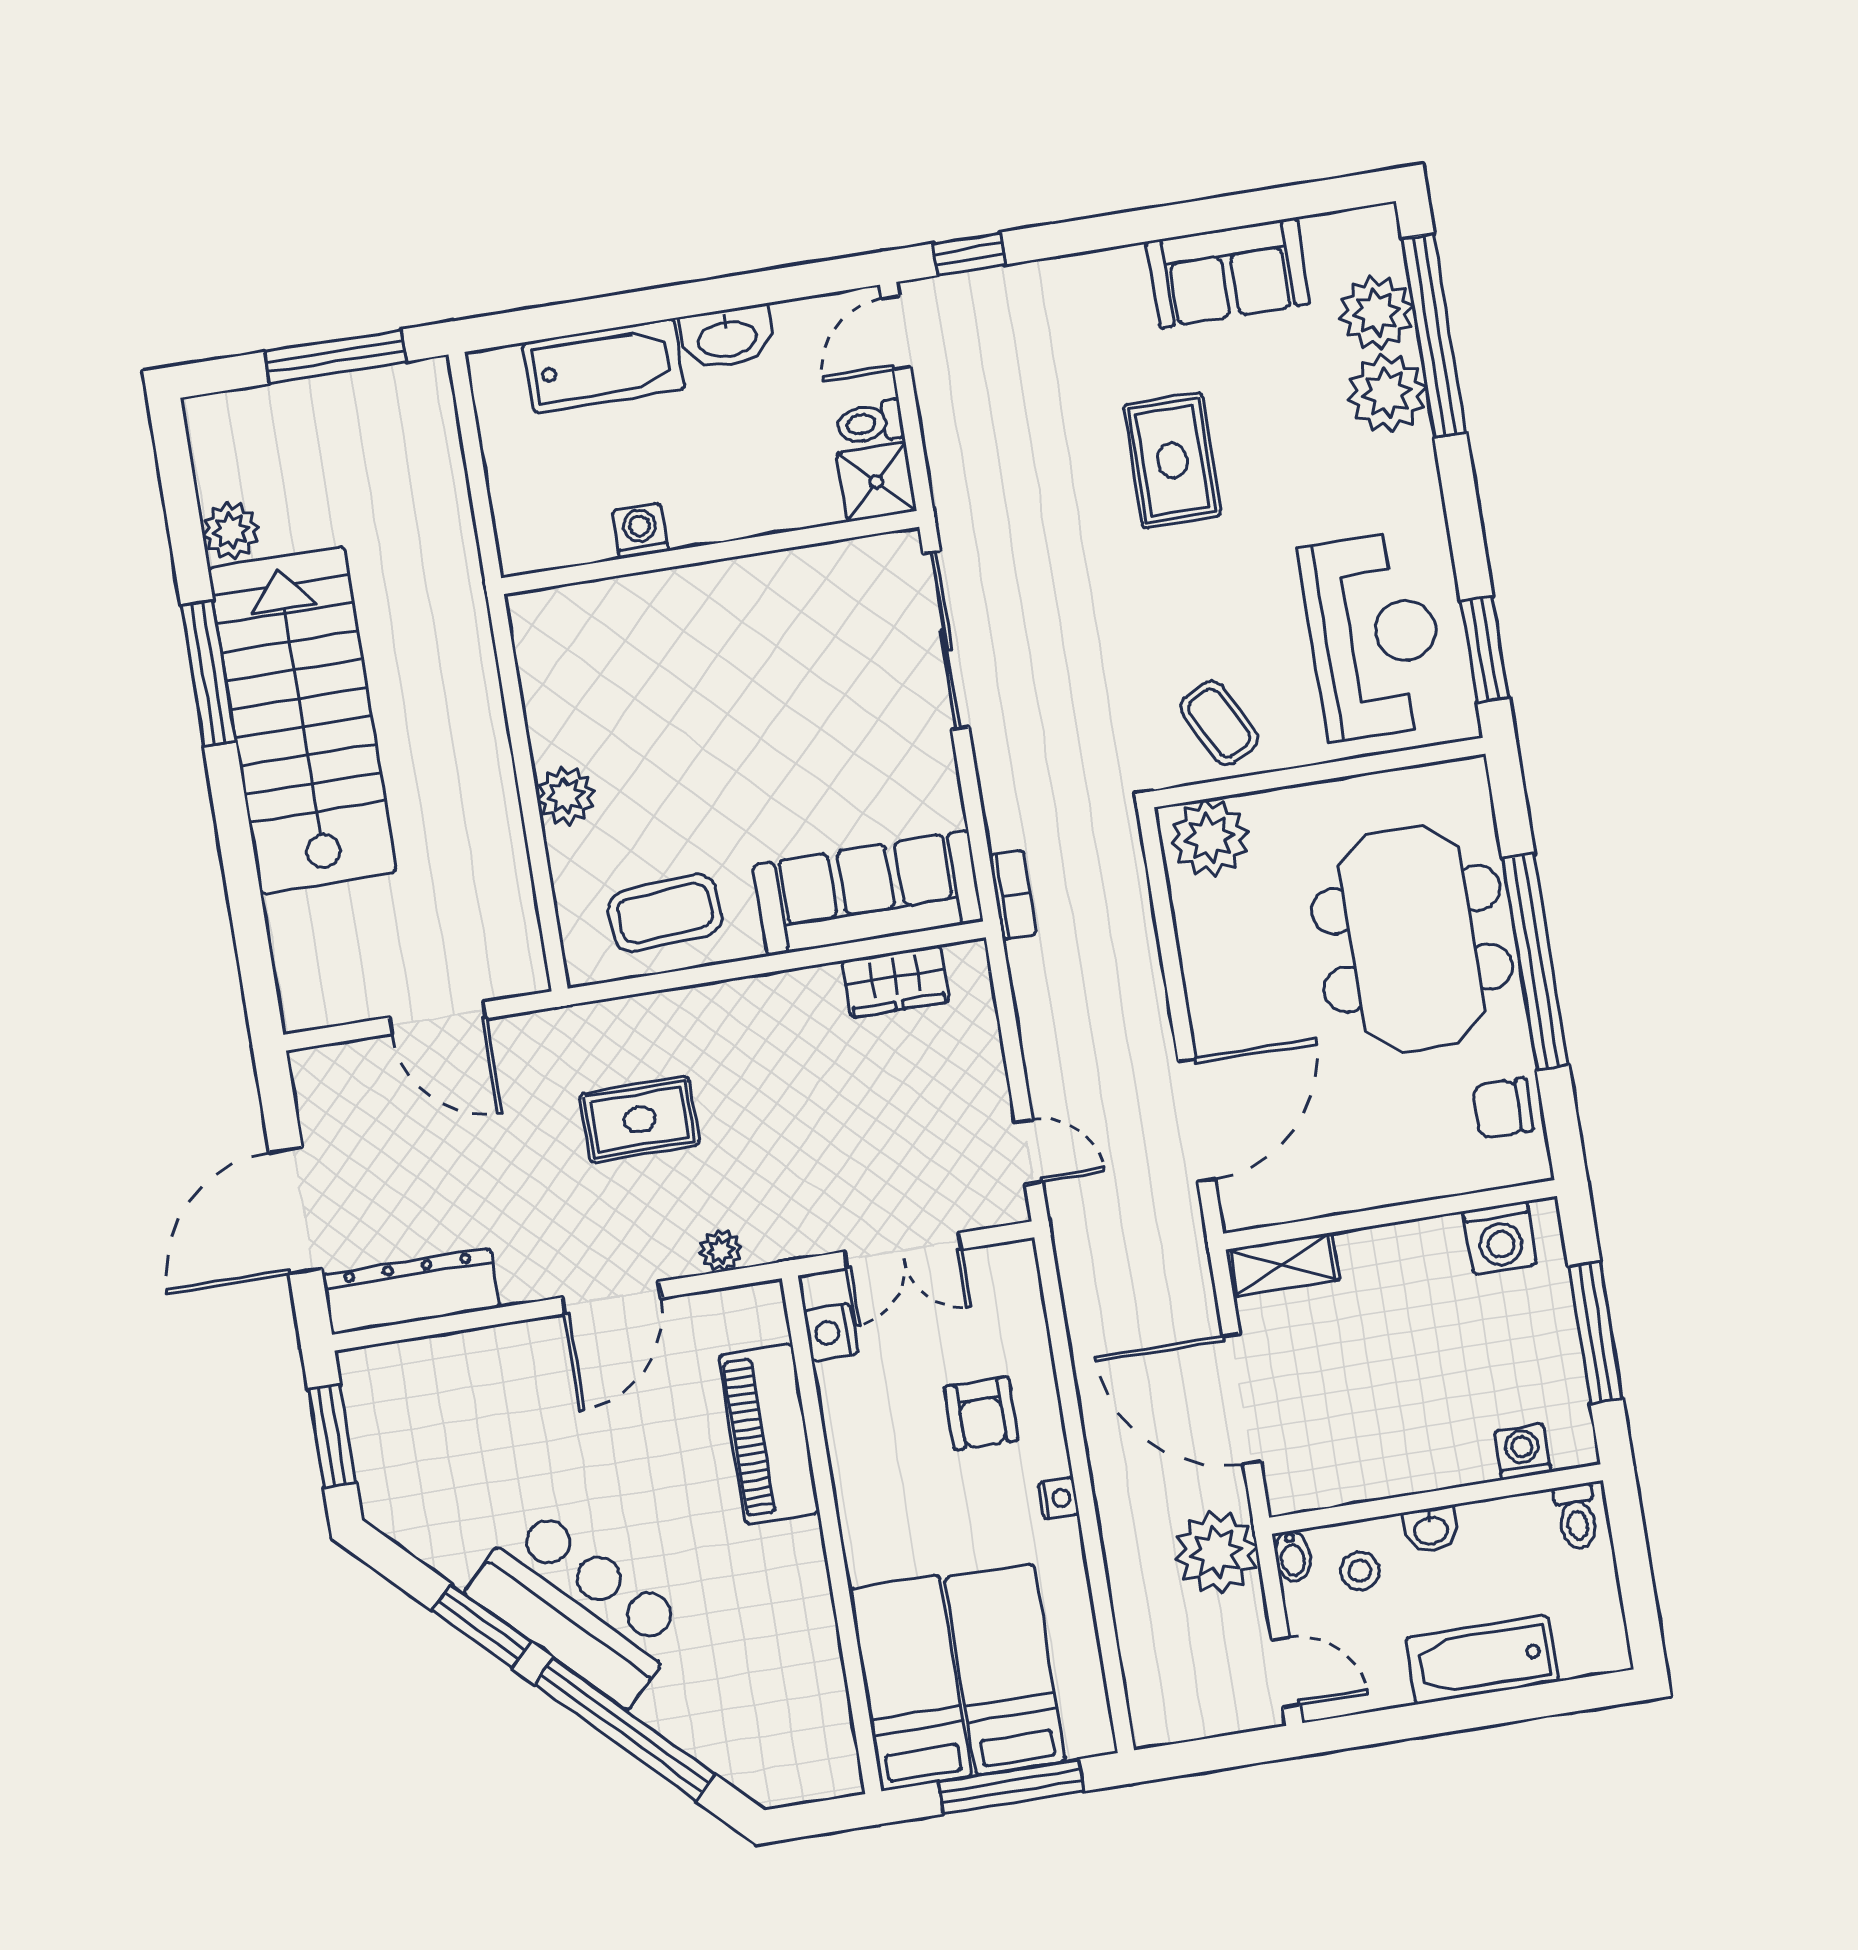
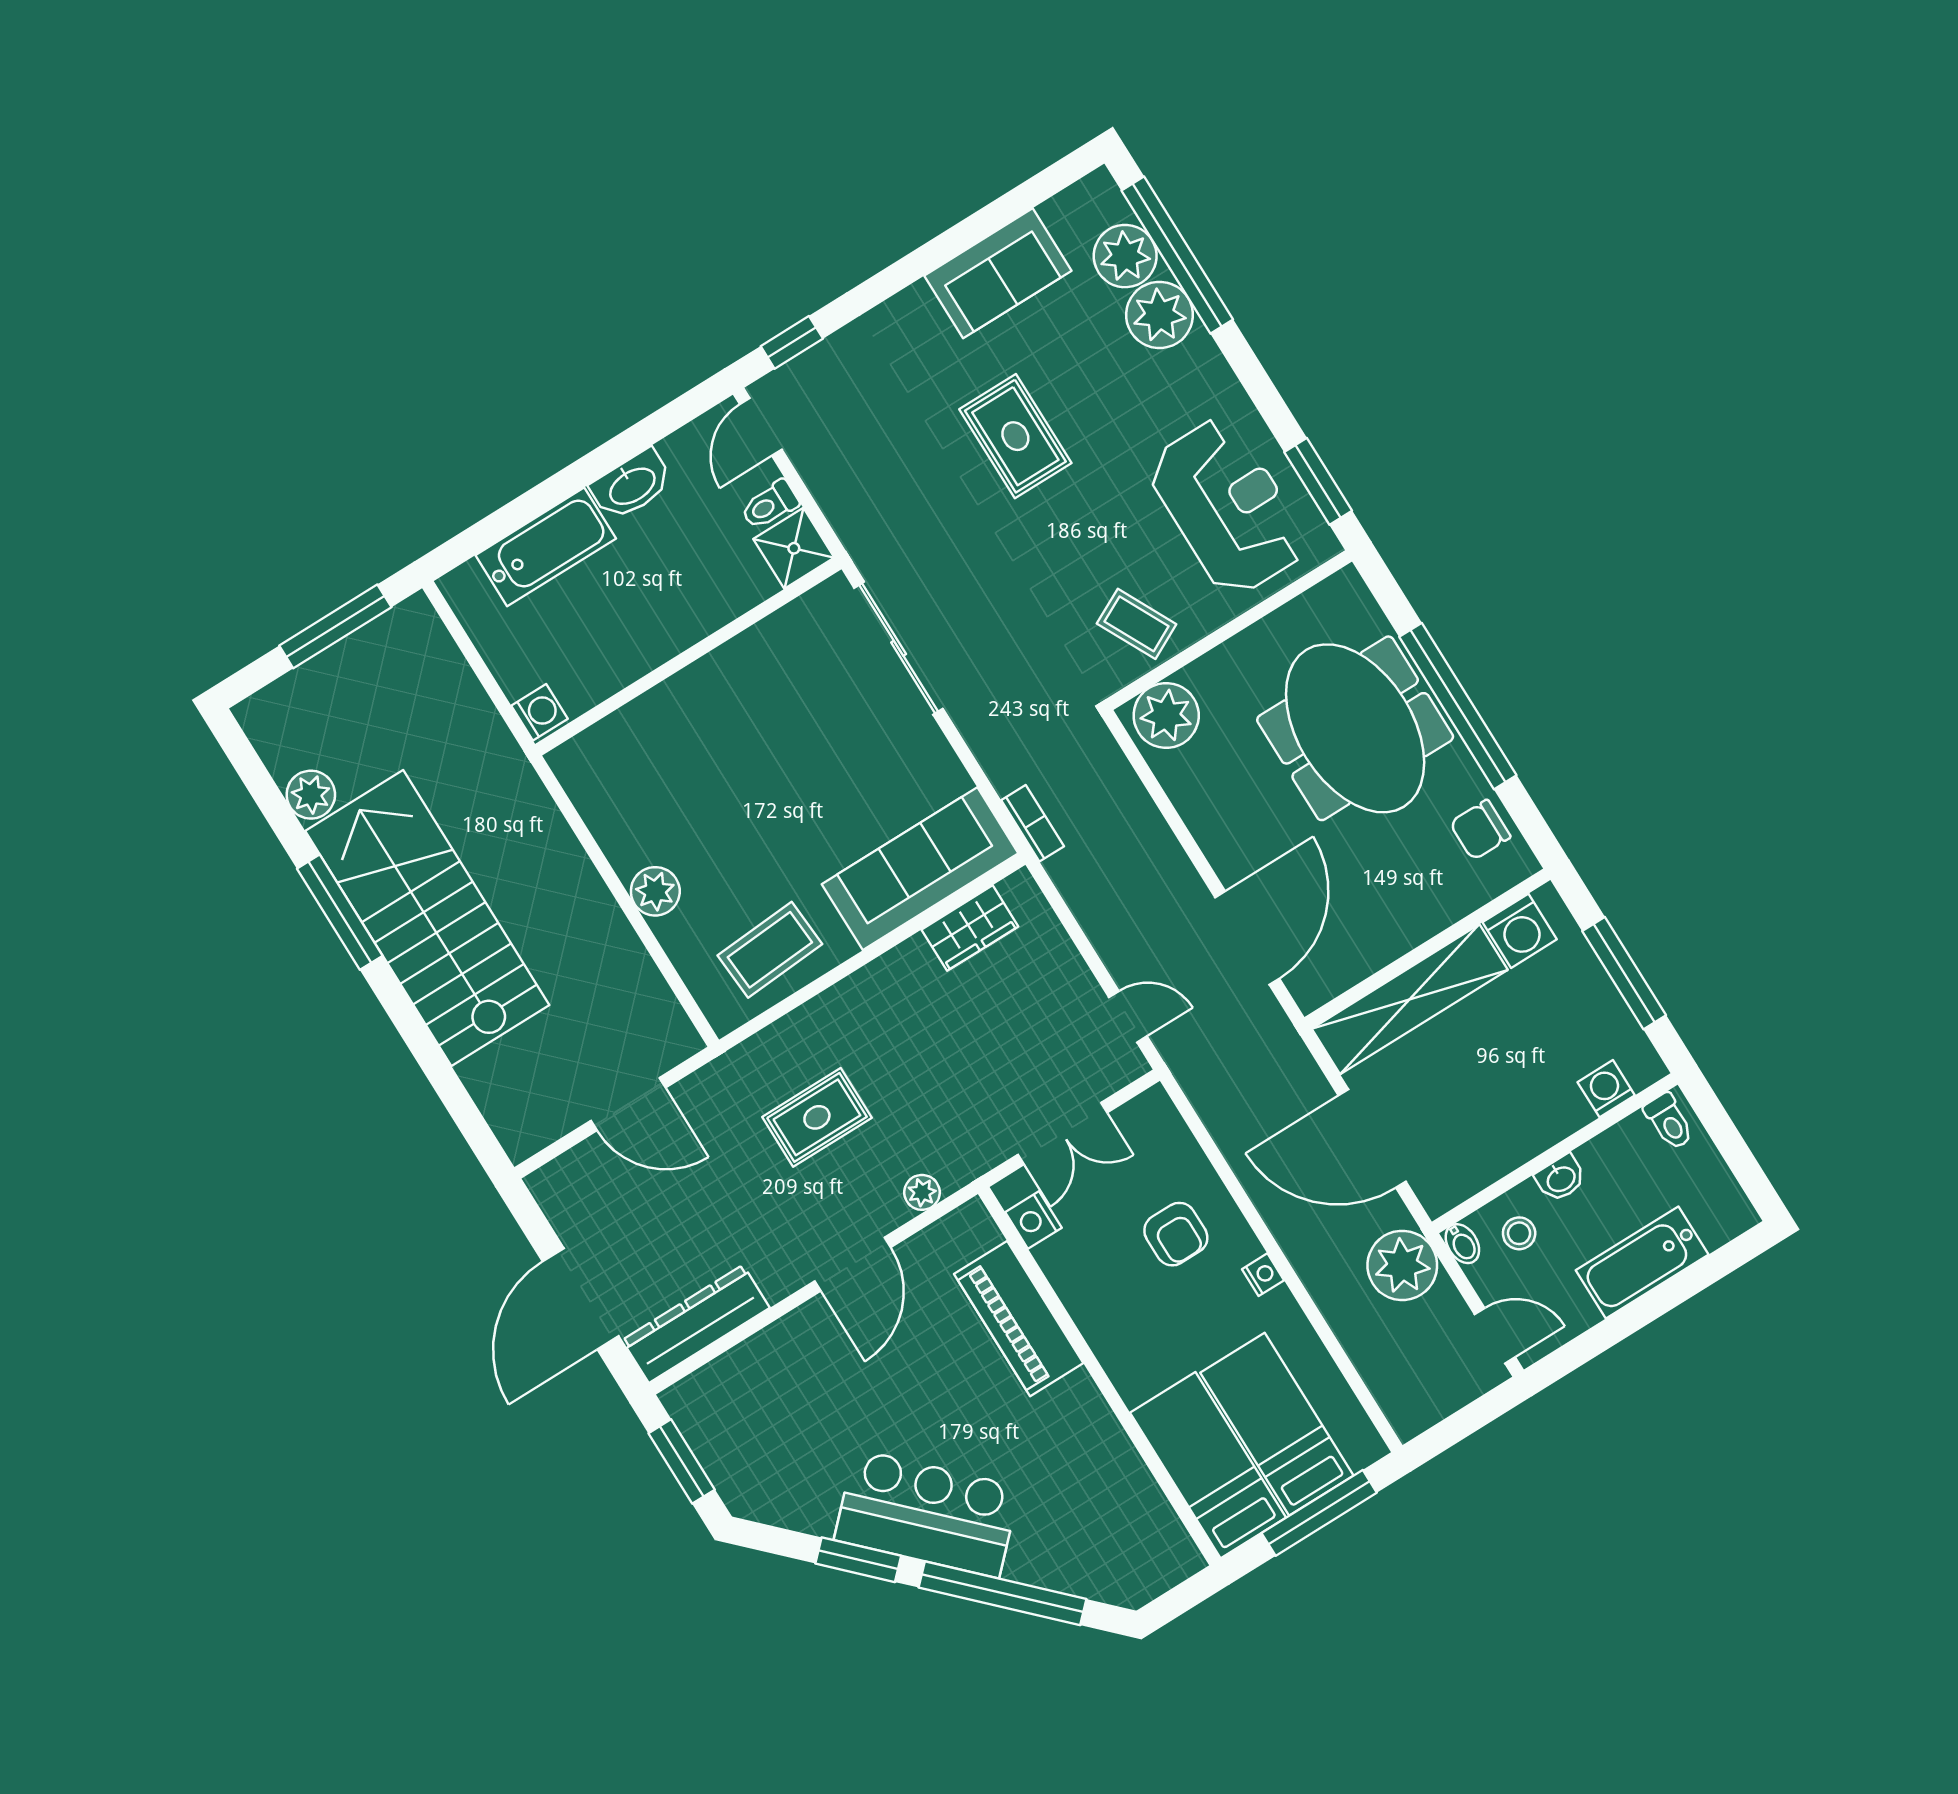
washing machine: (640, 531) -> (539, 712), moved, turned 90
shelving: (1282, 1265) -> (1410, 999), width x2.20, depth x1.33

